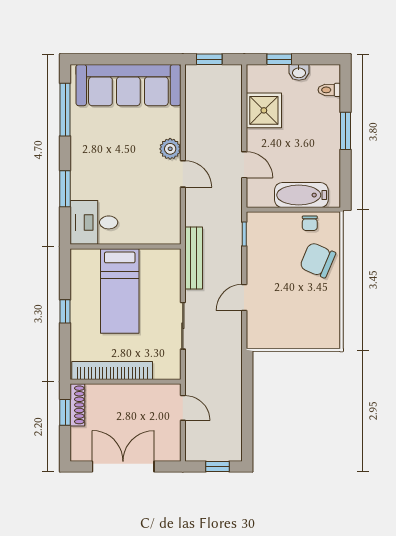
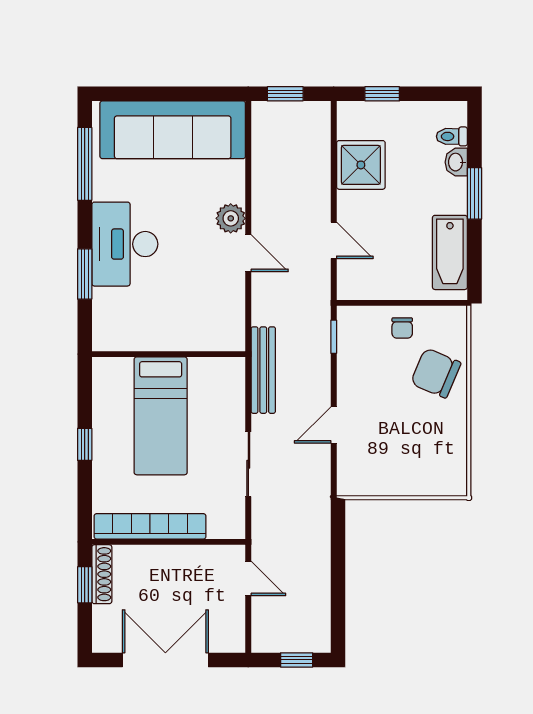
washbasin: (299, 72) -> (456, 162), moved, turned 90
bathtub: (301, 195) -> (450, 252), moved, turned -90
desk: (94, 222) -> (125, 244), moved, width x1.37
chair: (310, 223) -> (402, 328), moved

